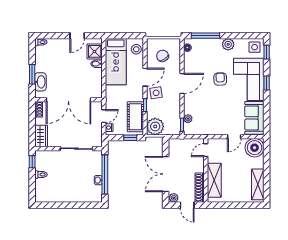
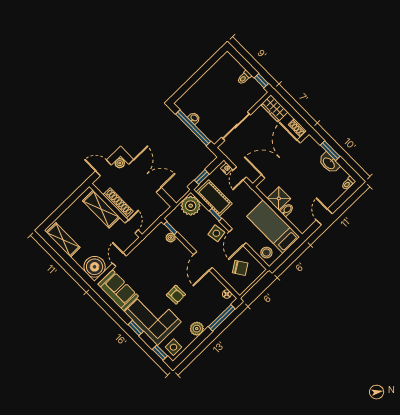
shower: (95, 51) -> (279, 198), moved
washbasin: (40, 82) -> (329, 163), moved
shoe rack: (200, 188) -> (118, 203), moved

